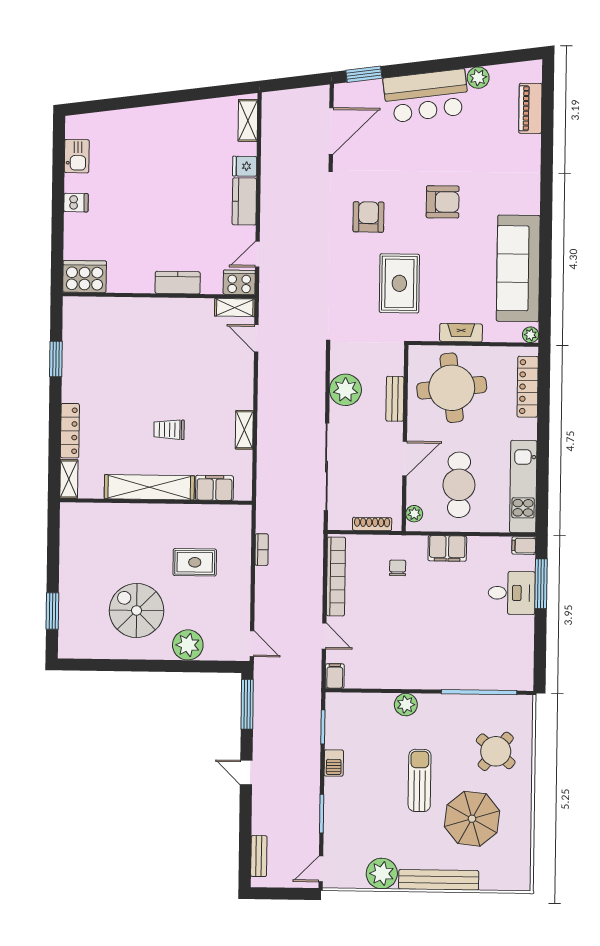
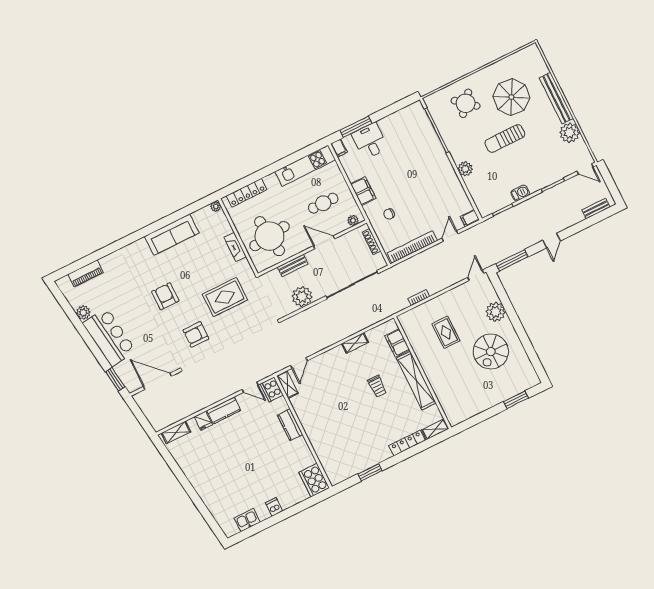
sofa: (518, 268) -> (172, 235), width x0.74, depth x0.79
cafe table: (459, 485) -> (323, 203), width x0.73, depth x0.74

